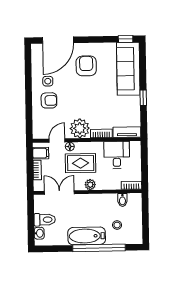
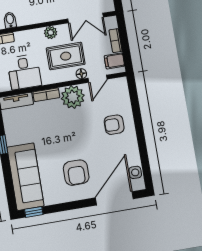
side table: (48, 81) -> (135, 172), moved

